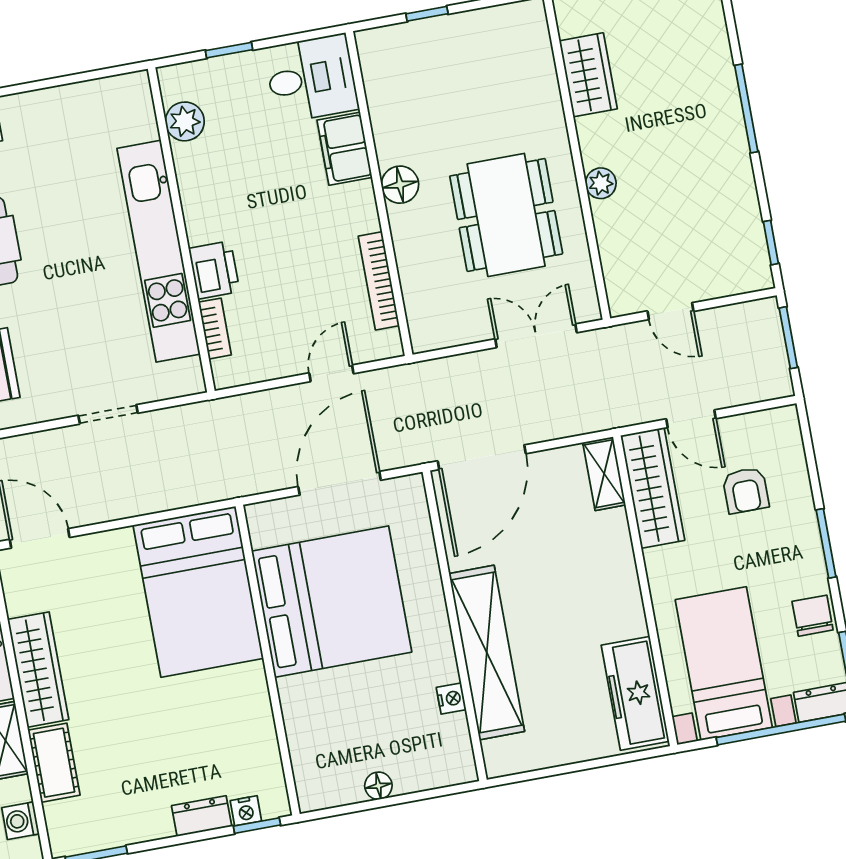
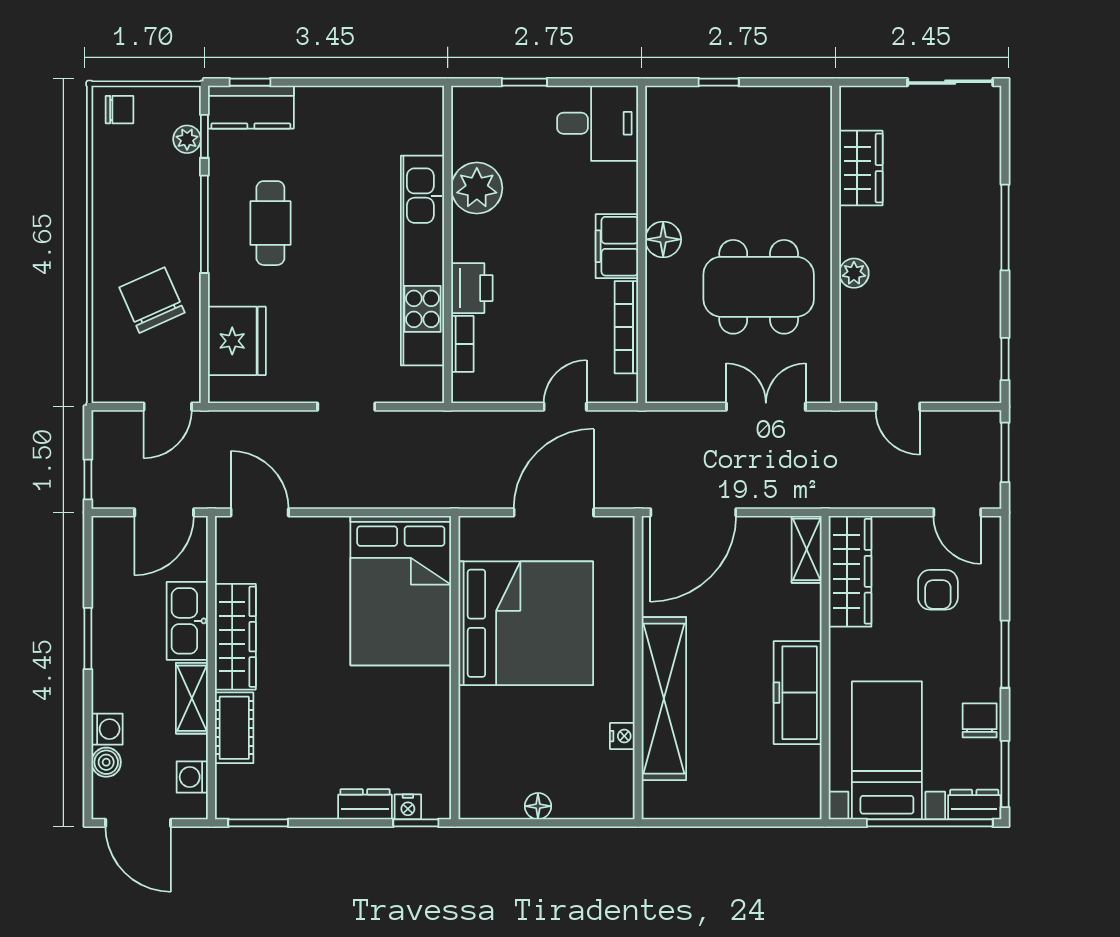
plant: (185, 121) -> (477, 188), moved, width x1.36, depth x1.36
filing cabinet: (345, 149) -> (617, 246), moved
dining table: (506, 215) -> (759, 287), turned 90
door: (691, 419) -> (957, 512), moved
freezer: (635, 693) -> (798, 693), moved

